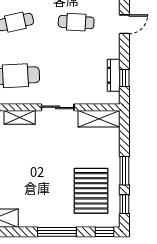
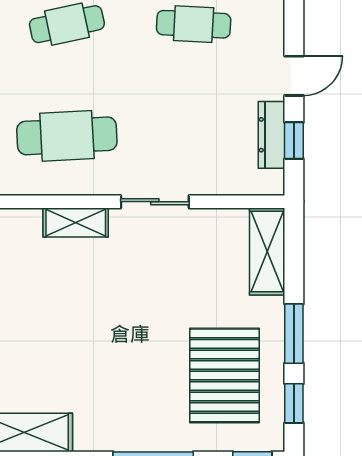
door: (124, 24) -> (294, 76), moved
shelving: (99, 119) -> (267, 252), moved, turned 90

